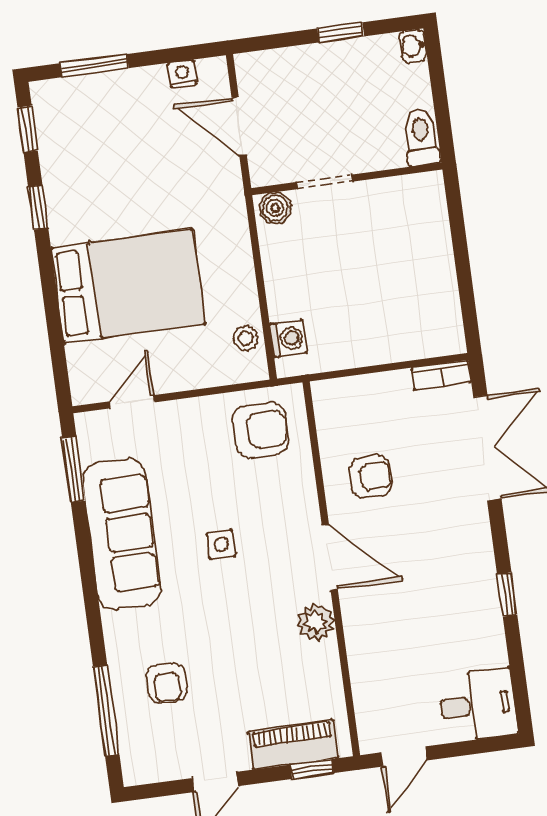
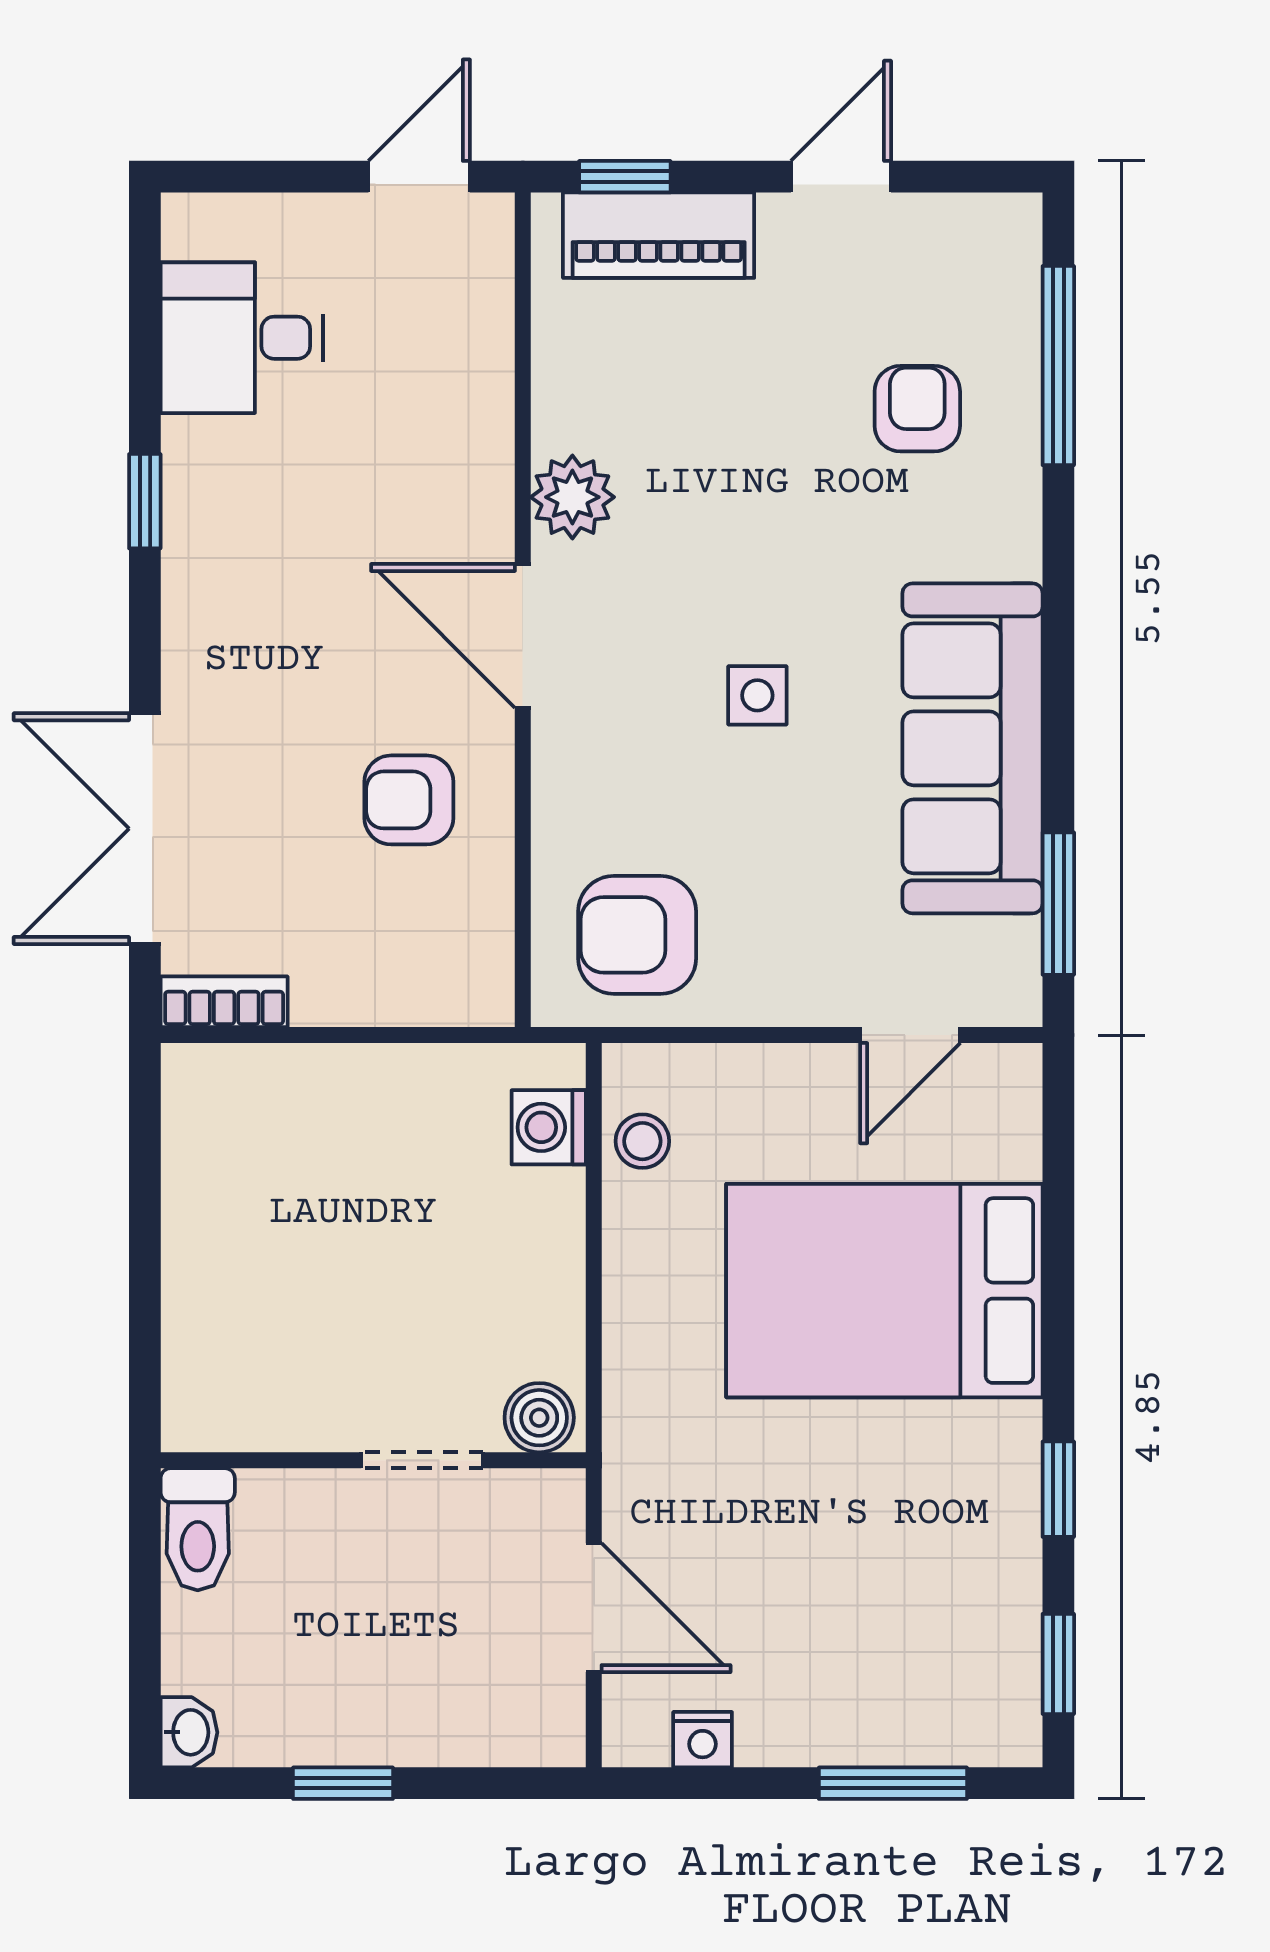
desk: (478, 705) -> (242, 338), moved

